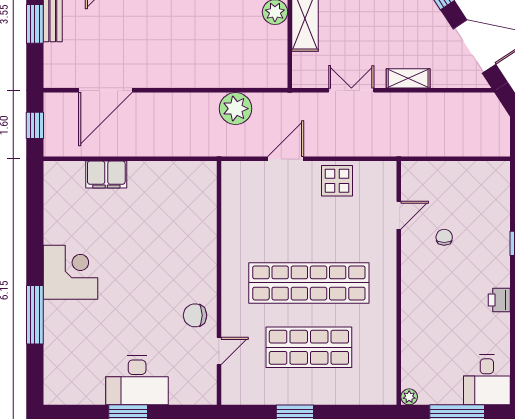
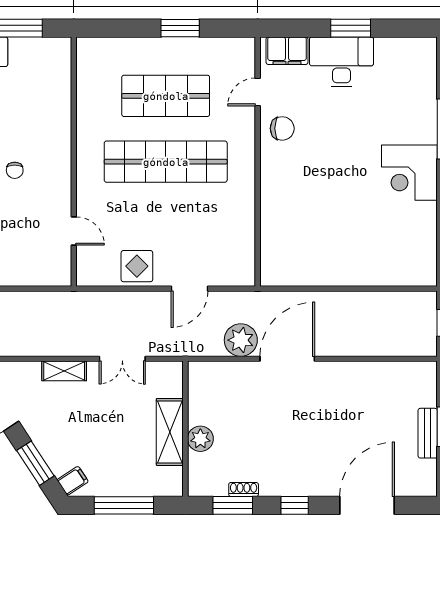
door: (105, 90) -> (287, 359), moved
filing cabinet: (106, 175) -> (287, 51), moved, turned 180
door: (399, 215) -> (74, 231), swing flipped
chair: (444, 237) -> (15, 170), moved
plant: (409, 397) -> (63, 45), removed

